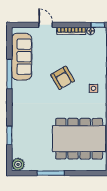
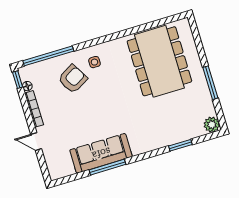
door: (46, 25) -> (36, 142), hinge flipped
sofa: (22, 57) -> (101, 153), moved
armchair: (63, 78) -> (73, 79), moved

